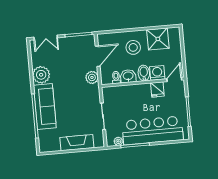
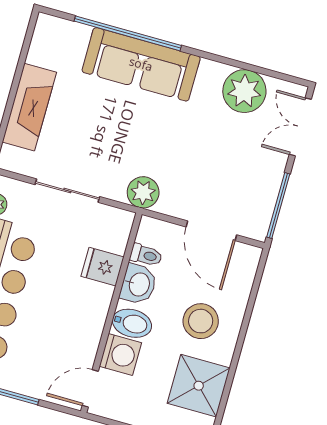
plant: (41, 75) -> (244, 91), moved
plant: (92, 77) -> (143, 192), moved
door: (174, 79) -> (90, 388), swing flipped
fridge: (157, 89) -> (103, 267), moved

